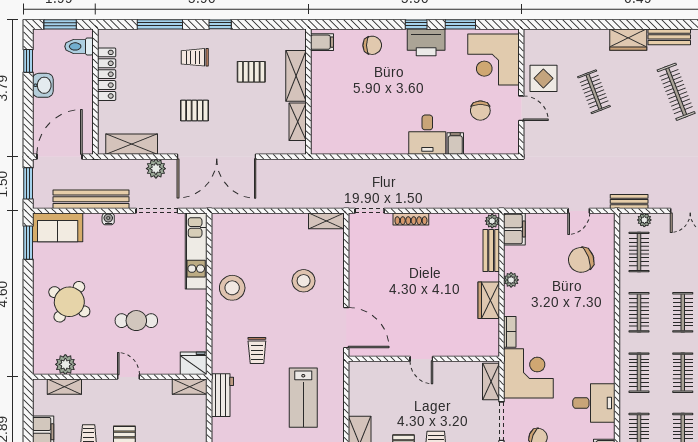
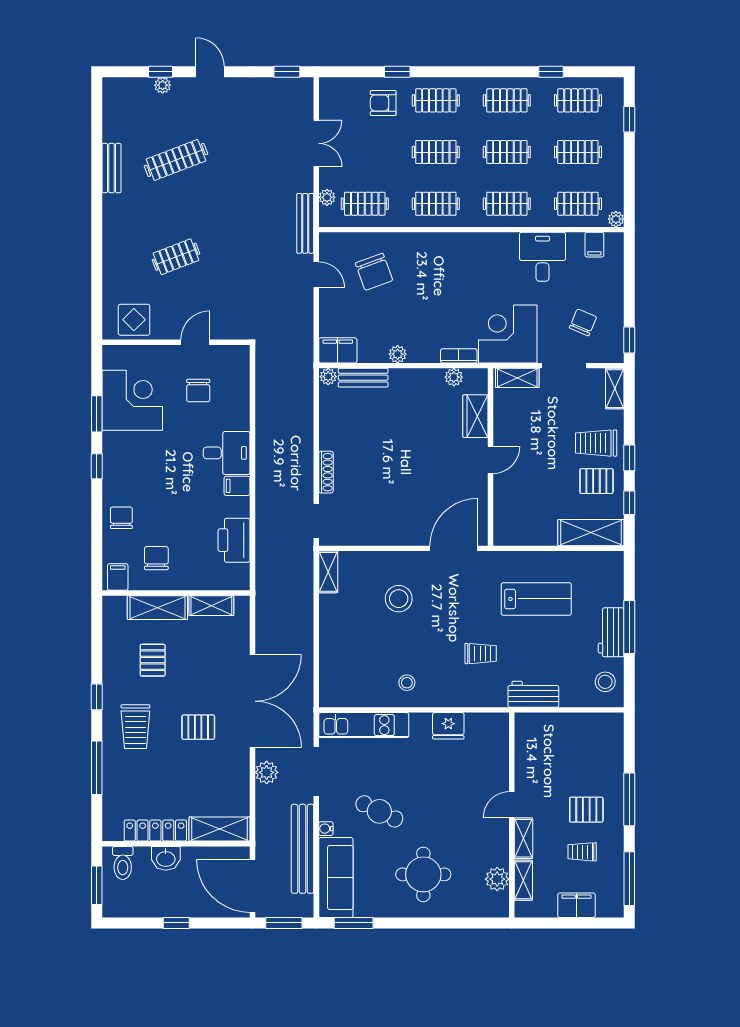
wardrobe: (628, 40) -> (115, 216), removed
printer: (426, 42) -> (234, 540), moved, turned 180
trolley: (195, 57) -> (135, 727), width x1.36, depth x1.39
corner desk: (494, 59) -> (132, 400), moved, turned -90
window: (28, 61) -> (176, 923), moved
chair: (338, 75) -> (156, 558), added
display table: (543, 78) -> (134, 320), moved
washbasin: (43, 85) -> (166, 858), moved, turned 180
pallet: (194, 111) -> (198, 727), turned 90
chair: (480, 111) -> (198, 390), turned 90
shelving: (132, 144) -> (220, 829), moved, turned 90
filing cabinet: (455, 144) -> (237, 486), moved
bench: (629, 201) -> (305, 223), width x1.36
sofa: (58, 227) -> (336, 878), width x1.36
stool: (232, 288) -> (407, 683), width x0.53, depth x0.53
wardrobe: (489, 300) -> (475, 416), moved, turned 90
round table: (69, 302) -> (423, 874), turned -33
cafe table: (136, 321) -> (379, 811), moved, turned -64
plant: (492, 328) -> (454, 377), added
fridge: (194, 363) -> (448, 726), moved, turned -90
shelving: (190, 387) -> (523, 838), moved

